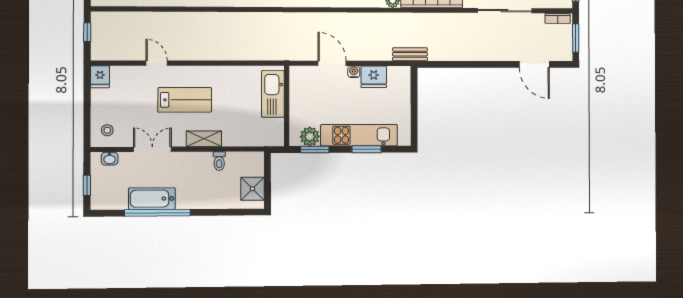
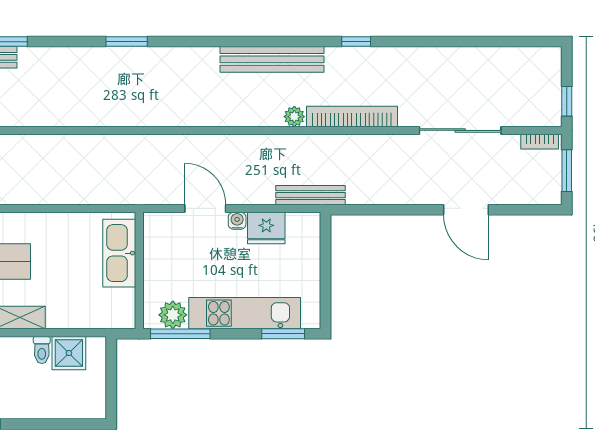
bench: (410, 54) -> (310, 195), width x1.36
door: (534, 64) -> (466, 210), moved
window: (315, 149) -> (180, 334), width x1.44
window: (366, 149) -> (283, 334), moved
shower: (252, 189) -> (69, 353), moved

